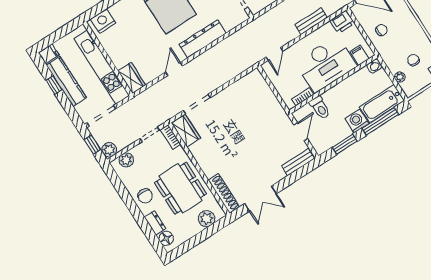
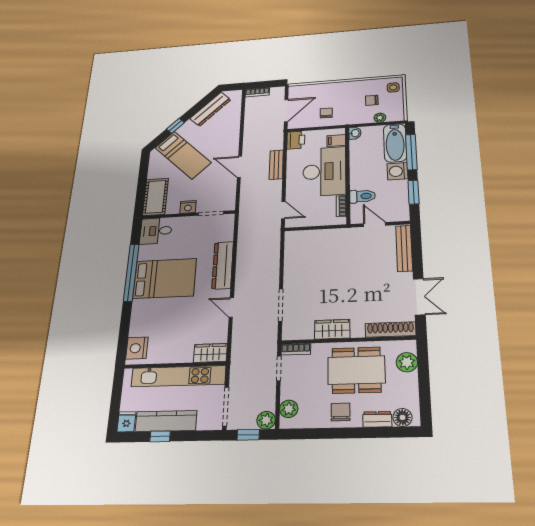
wardrobe: (186, 131) -> (332, 329), moved
bench: (298, 162) -> (404, 248), width x1.36
chair: (145, 196) -> (341, 412), turned -90

